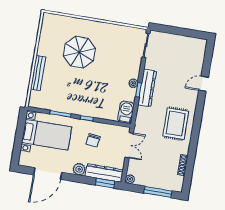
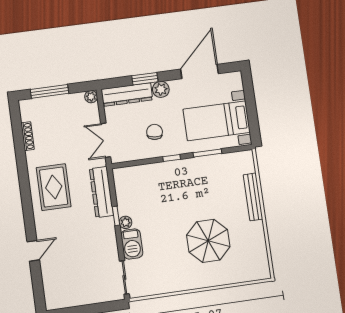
dresser: (147, 88) -> (101, 192), moved
barbecue: (126, 112) -> (132, 244), moved
window: (105, 183) -> (145, 79), moved

